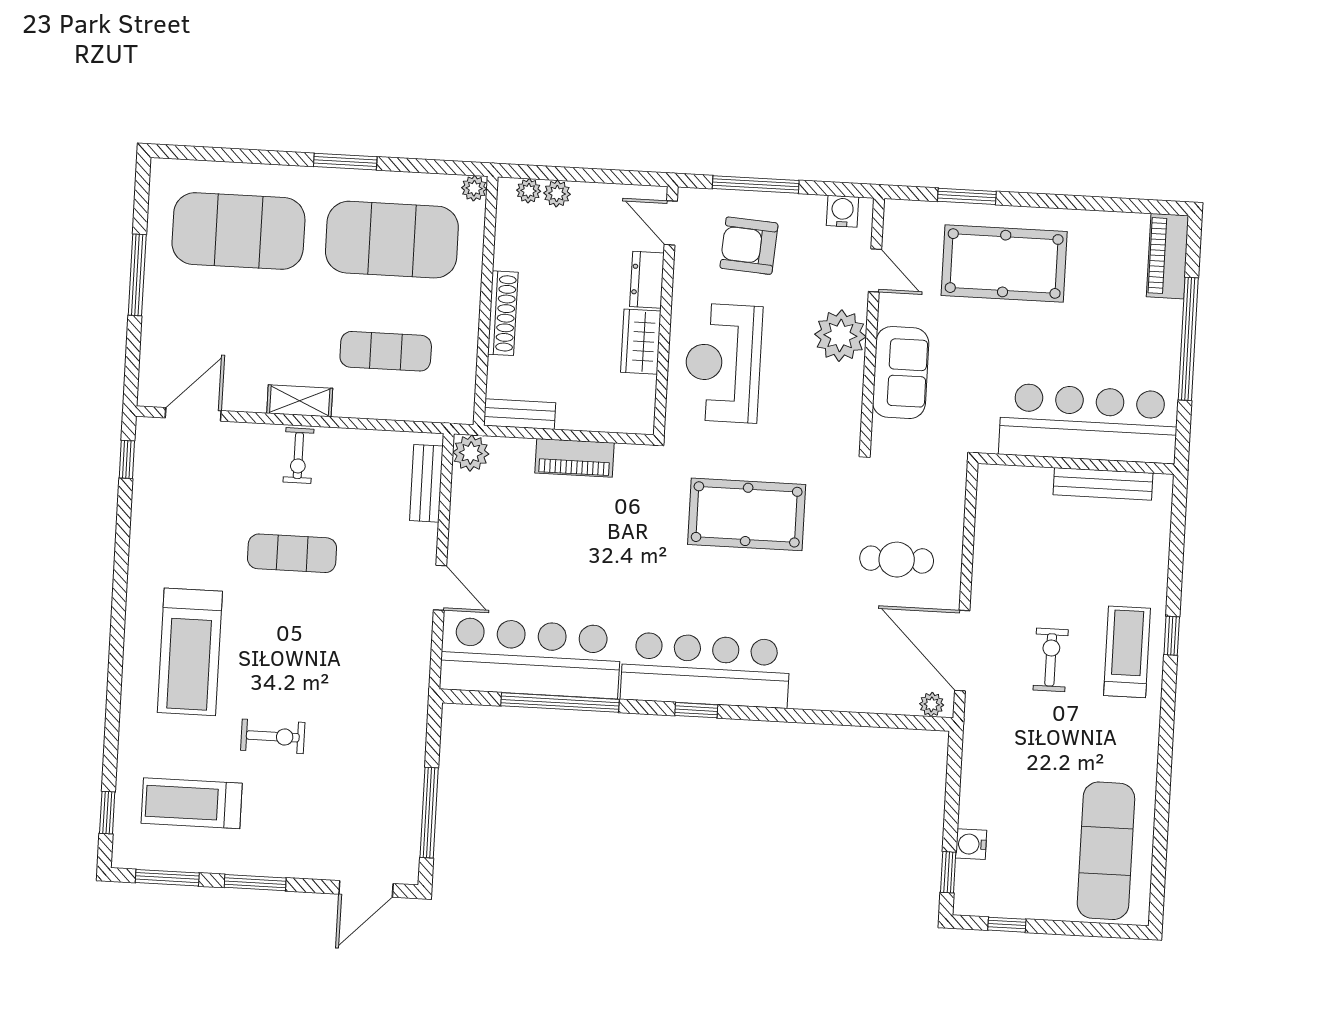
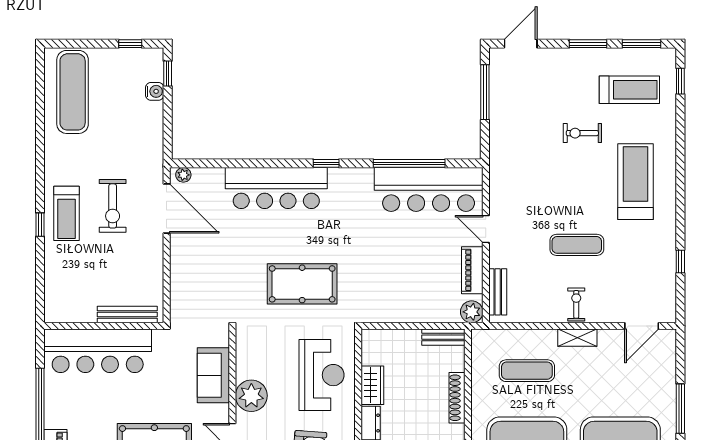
piano: (575, 458) -> (472, 270), moved, turned -90
window: (127, 459) -> (680, 261), moved
bench: (1103, 484) -> (127, 315), moved
cafe table: (897, 560) -> (210, 262), removed
exercise bike: (1051, 660) -> (113, 206), width x1.38, depth x1.39
bar counter: (705, 670) -> (276, 188), moved

